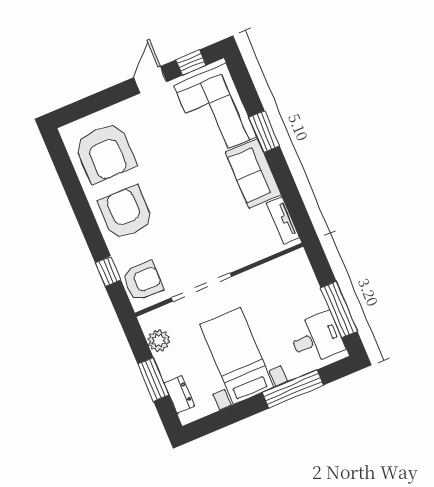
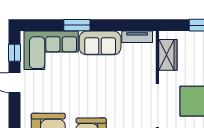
wardrobe: (276, 273) -> (168, 55), added

